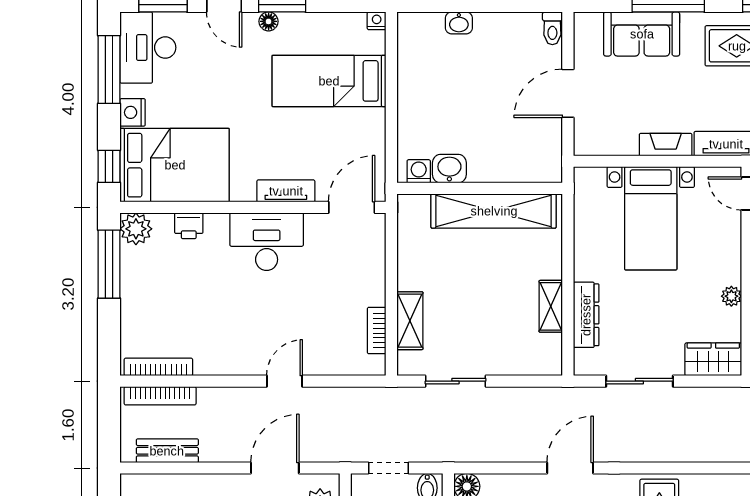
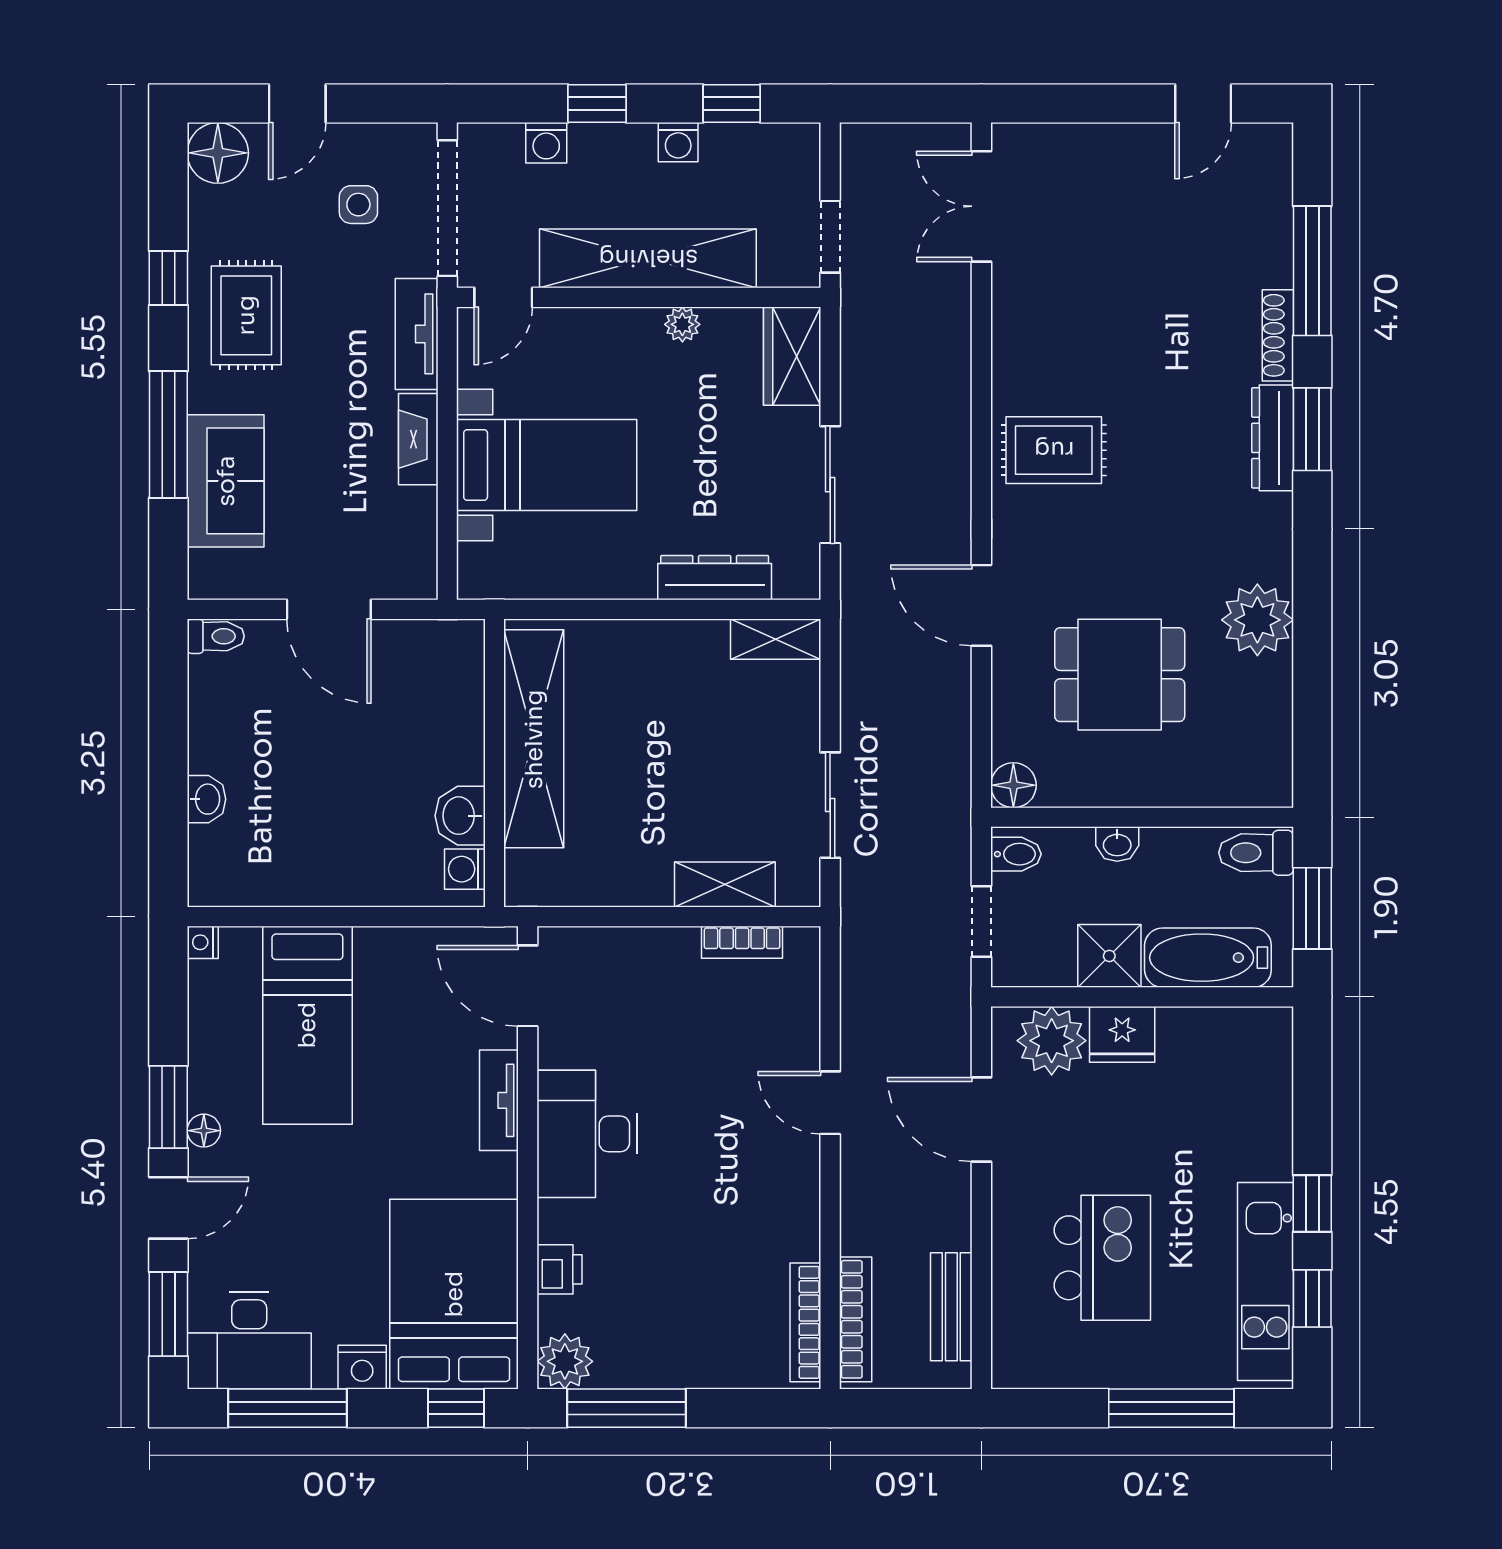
shelving: (551, 306) -> (776, 639), moved

